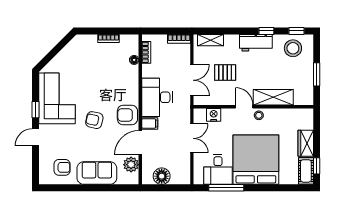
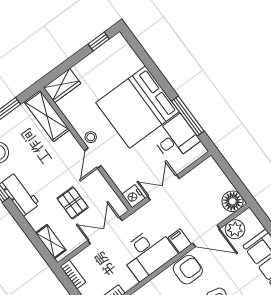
shelving: (273, 97) -> (47, 116), moved
armchair: (127, 115) -> (188, 270), turned -90
nightstand: (214, 115) -> (133, 196), moved
wardrobe: (306, 143) -> (62, 85), moved
cot: (306, 171) -> (112, 49), removed
floor lamp: (162, 176) -> (232, 201), moved

